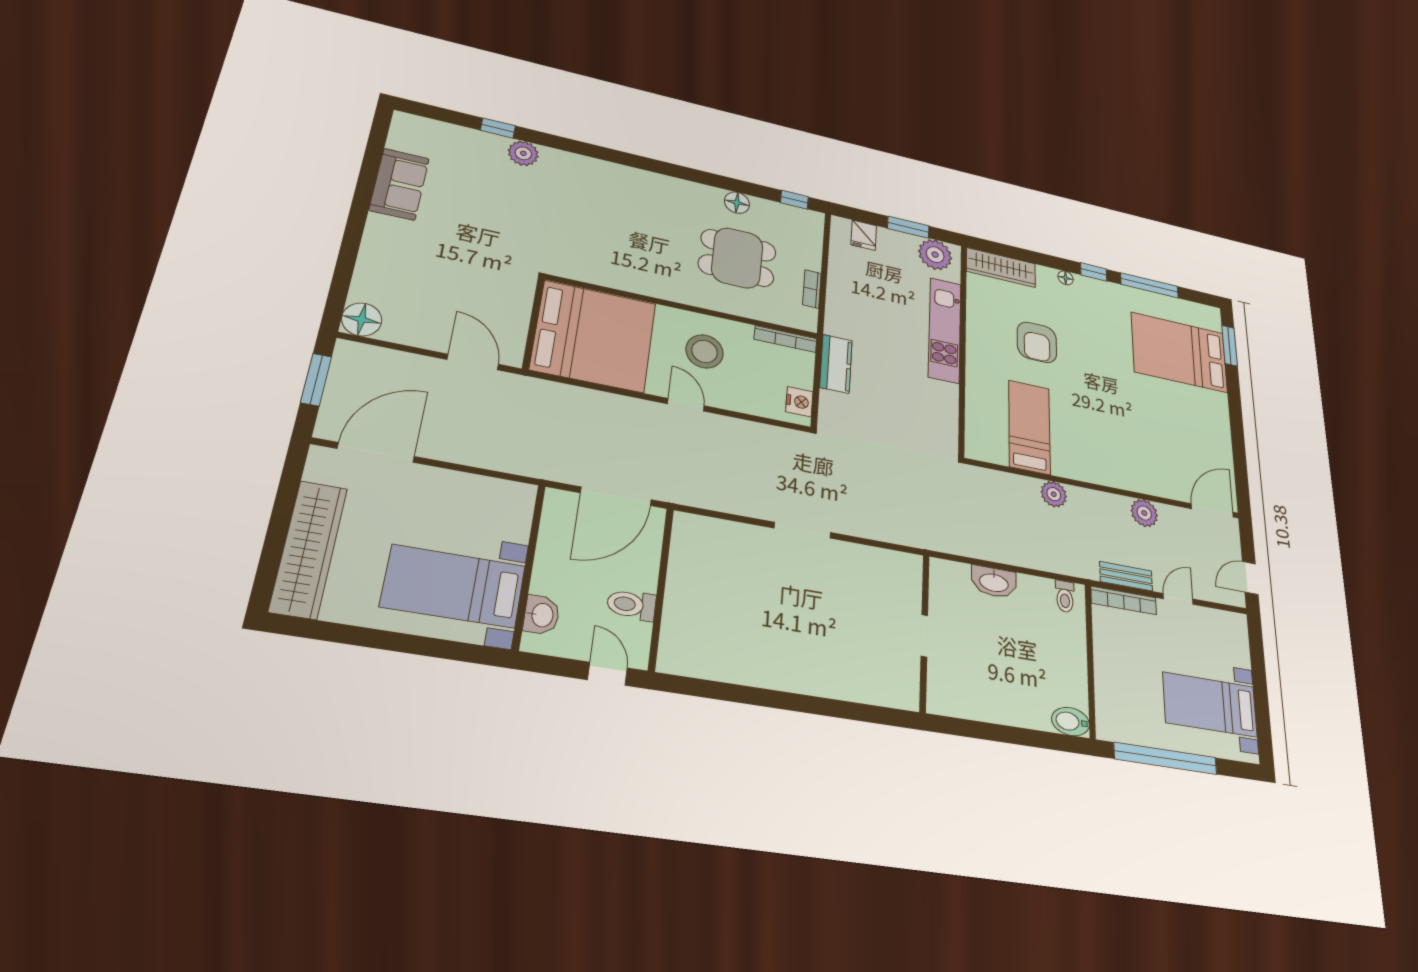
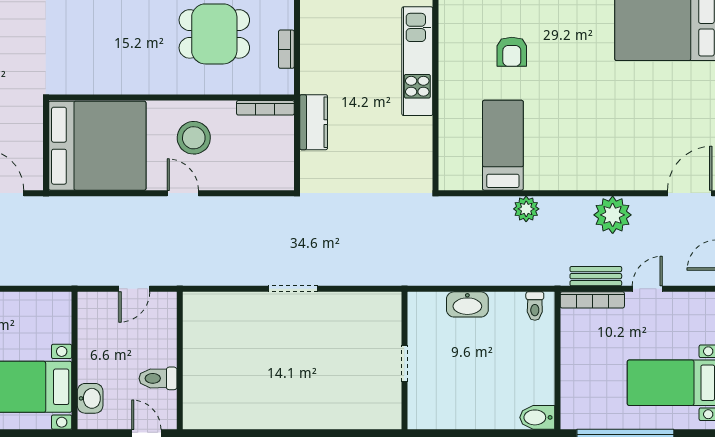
armchair: (1037, 342) -> (512, 52), width x0.72, depth x0.72
nightstand: (799, 402) -> (282, 168), removed
door: (616, 496) -> (134, 289), width x0.53
plant: (1144, 513) -> (613, 215), width x1.36, depth x1.36

